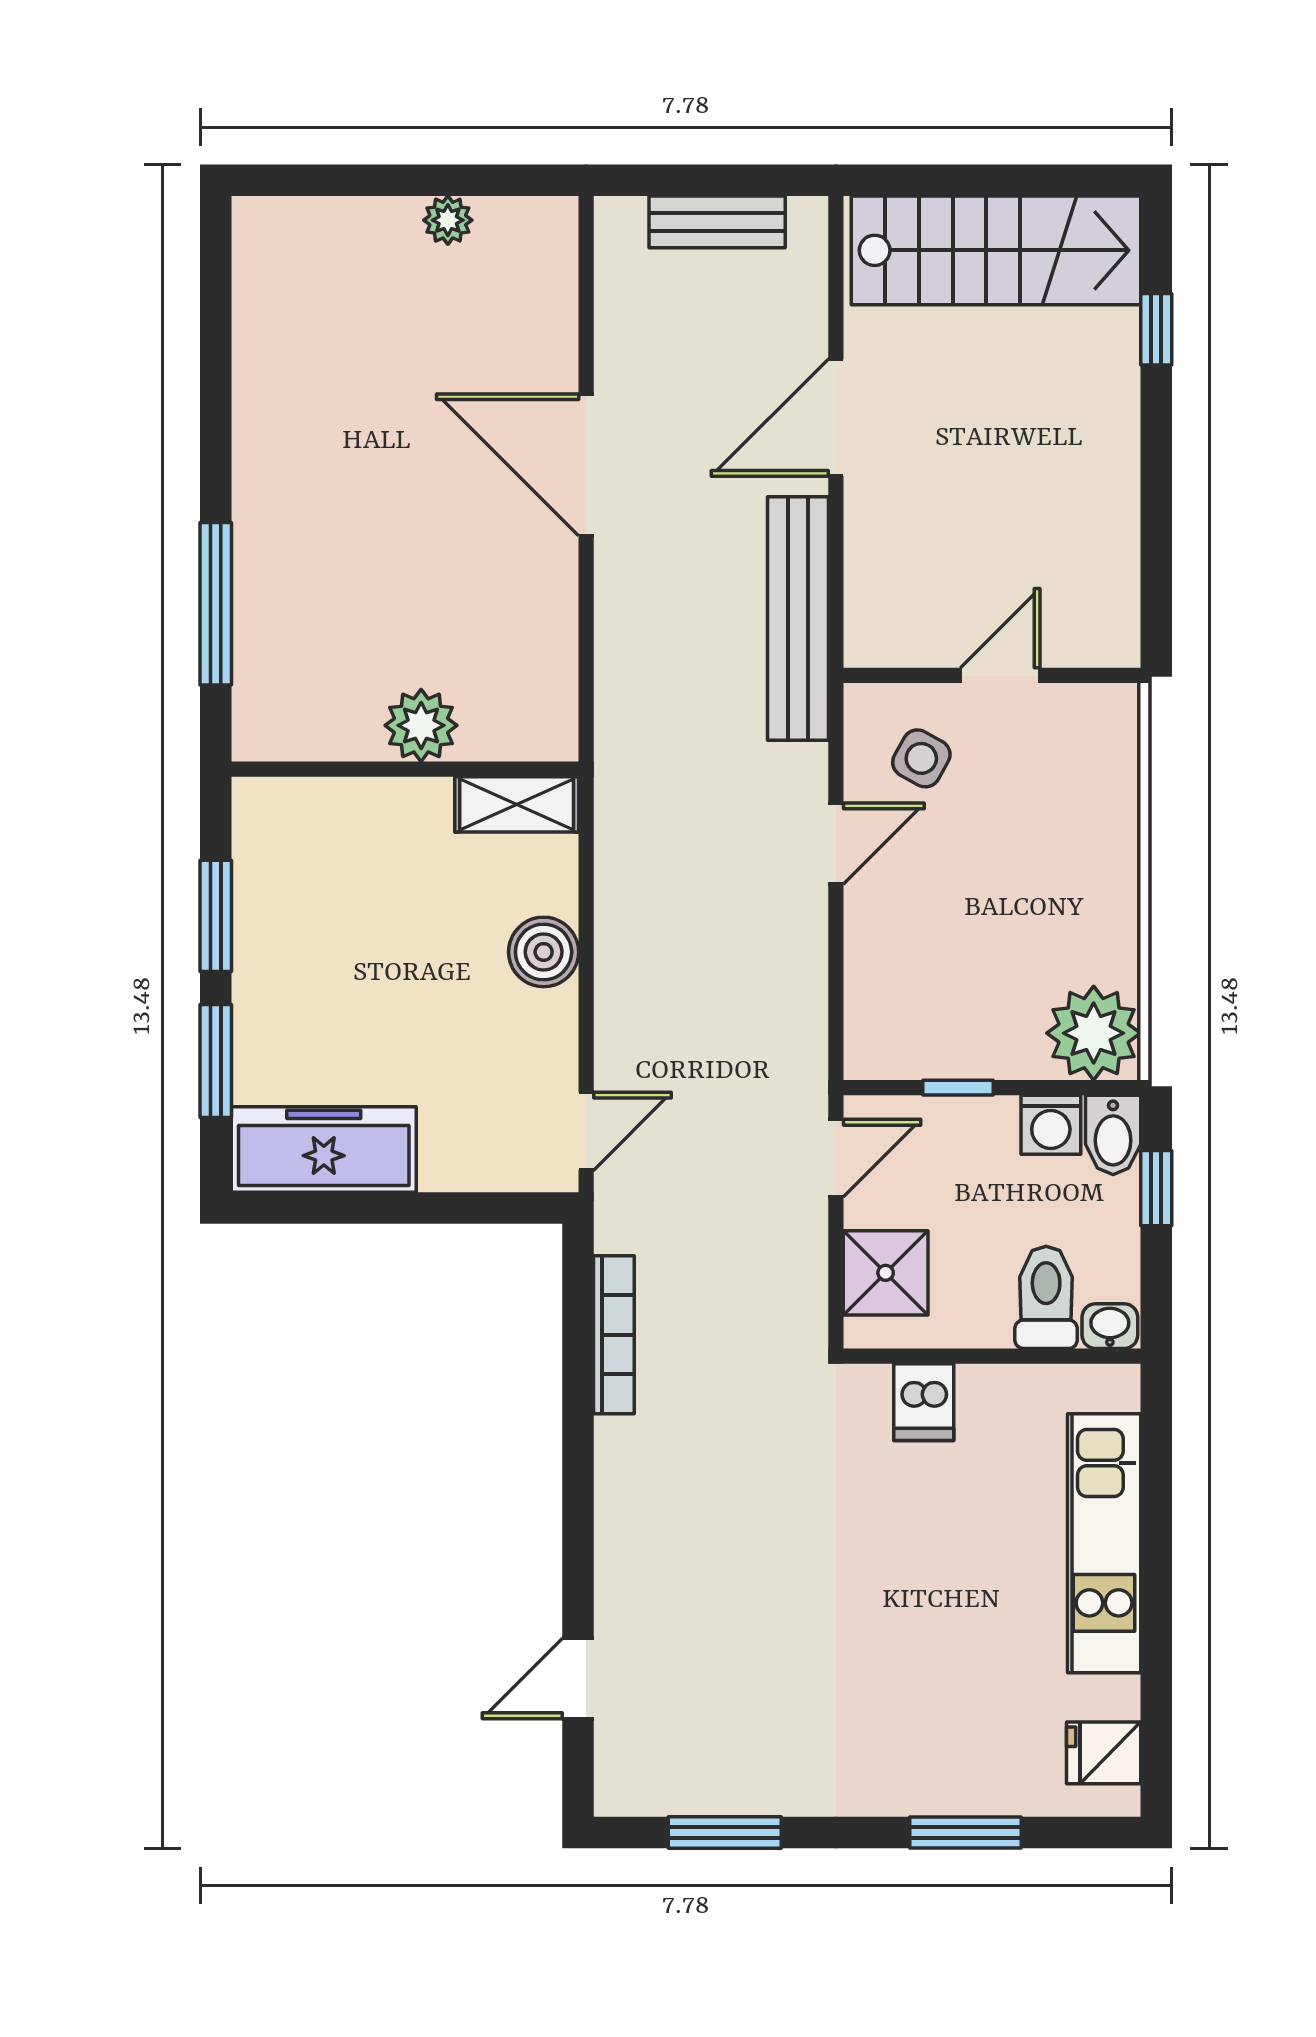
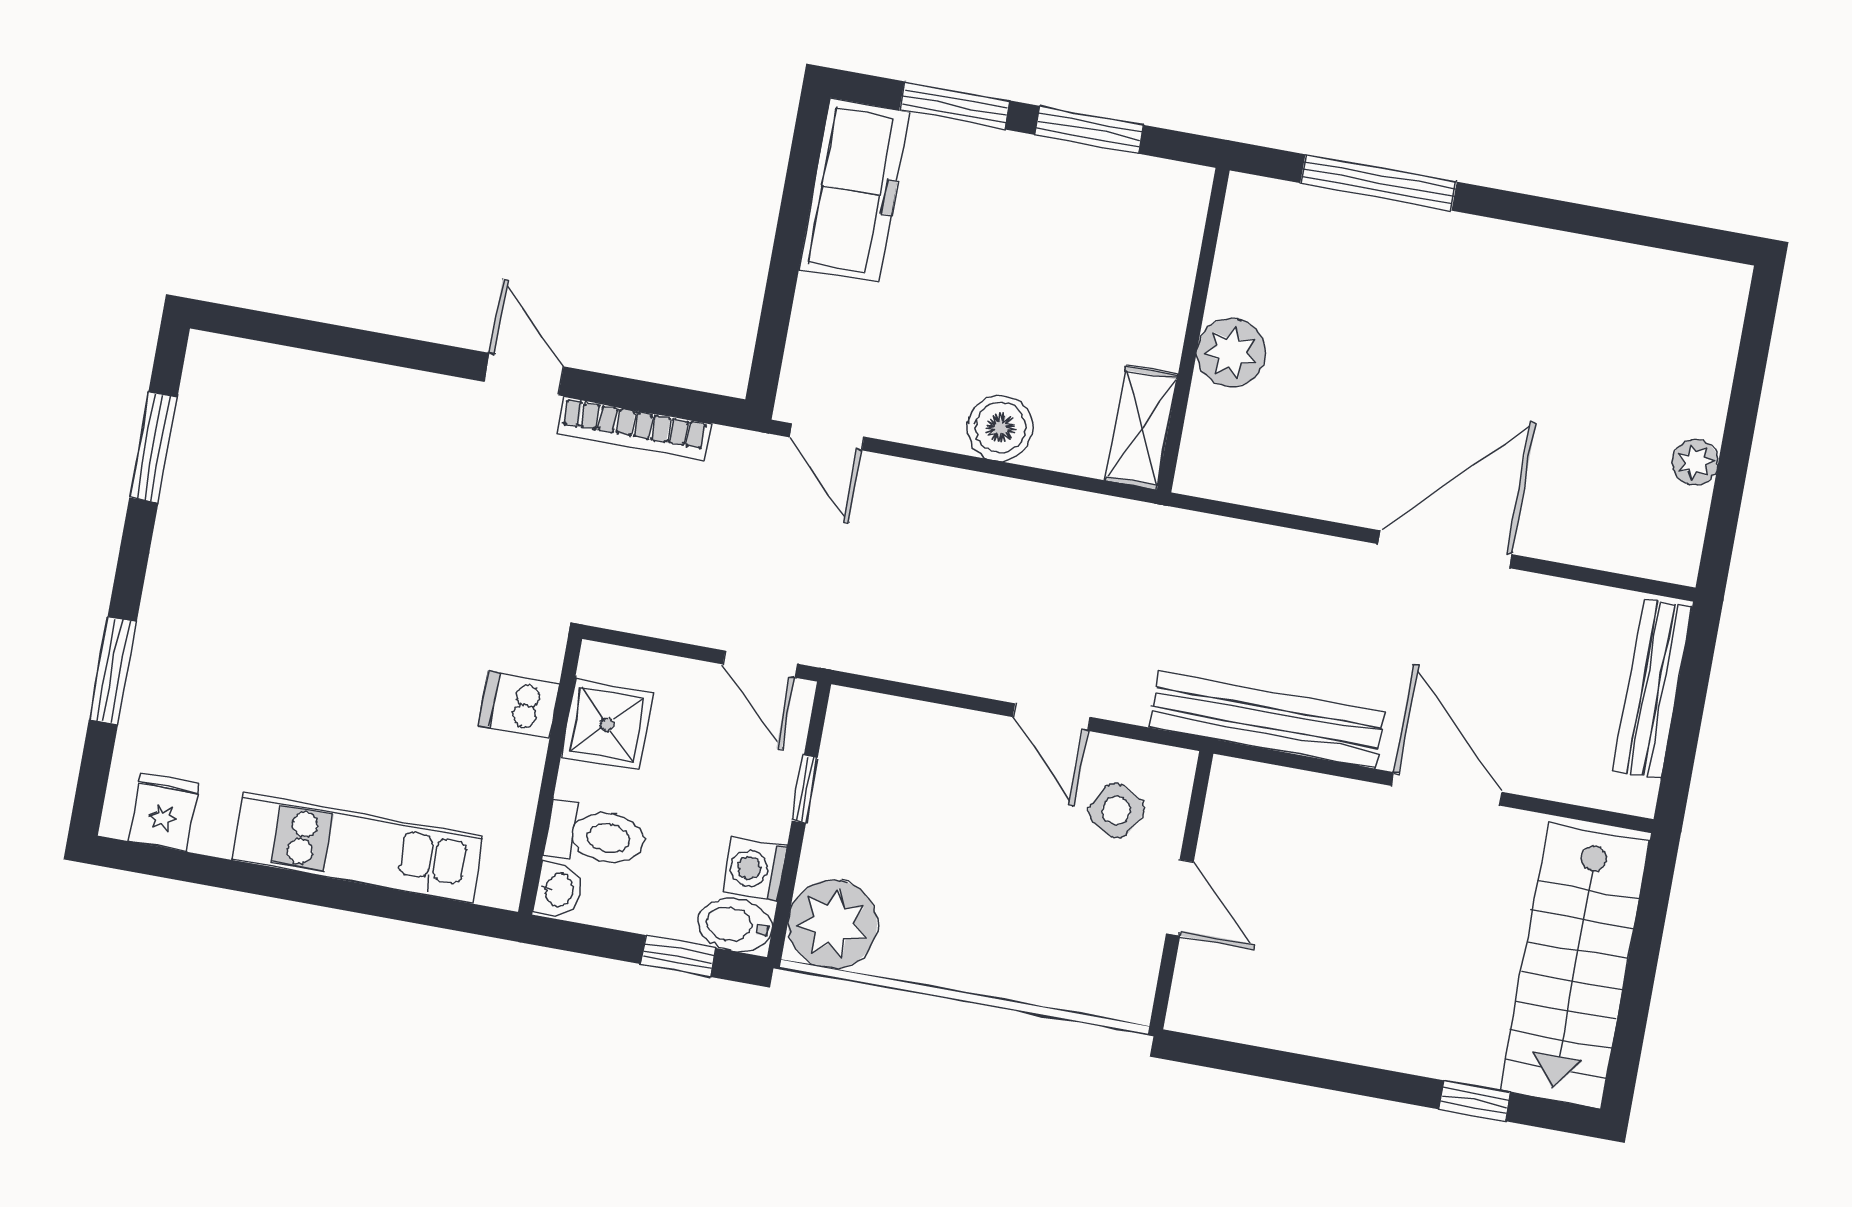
bench: (717, 222) -> (1652, 689), width x1.36
shower: (886, 1273) -> (607, 725), moved
door: (578, 1678) -> (524, 374), moved

